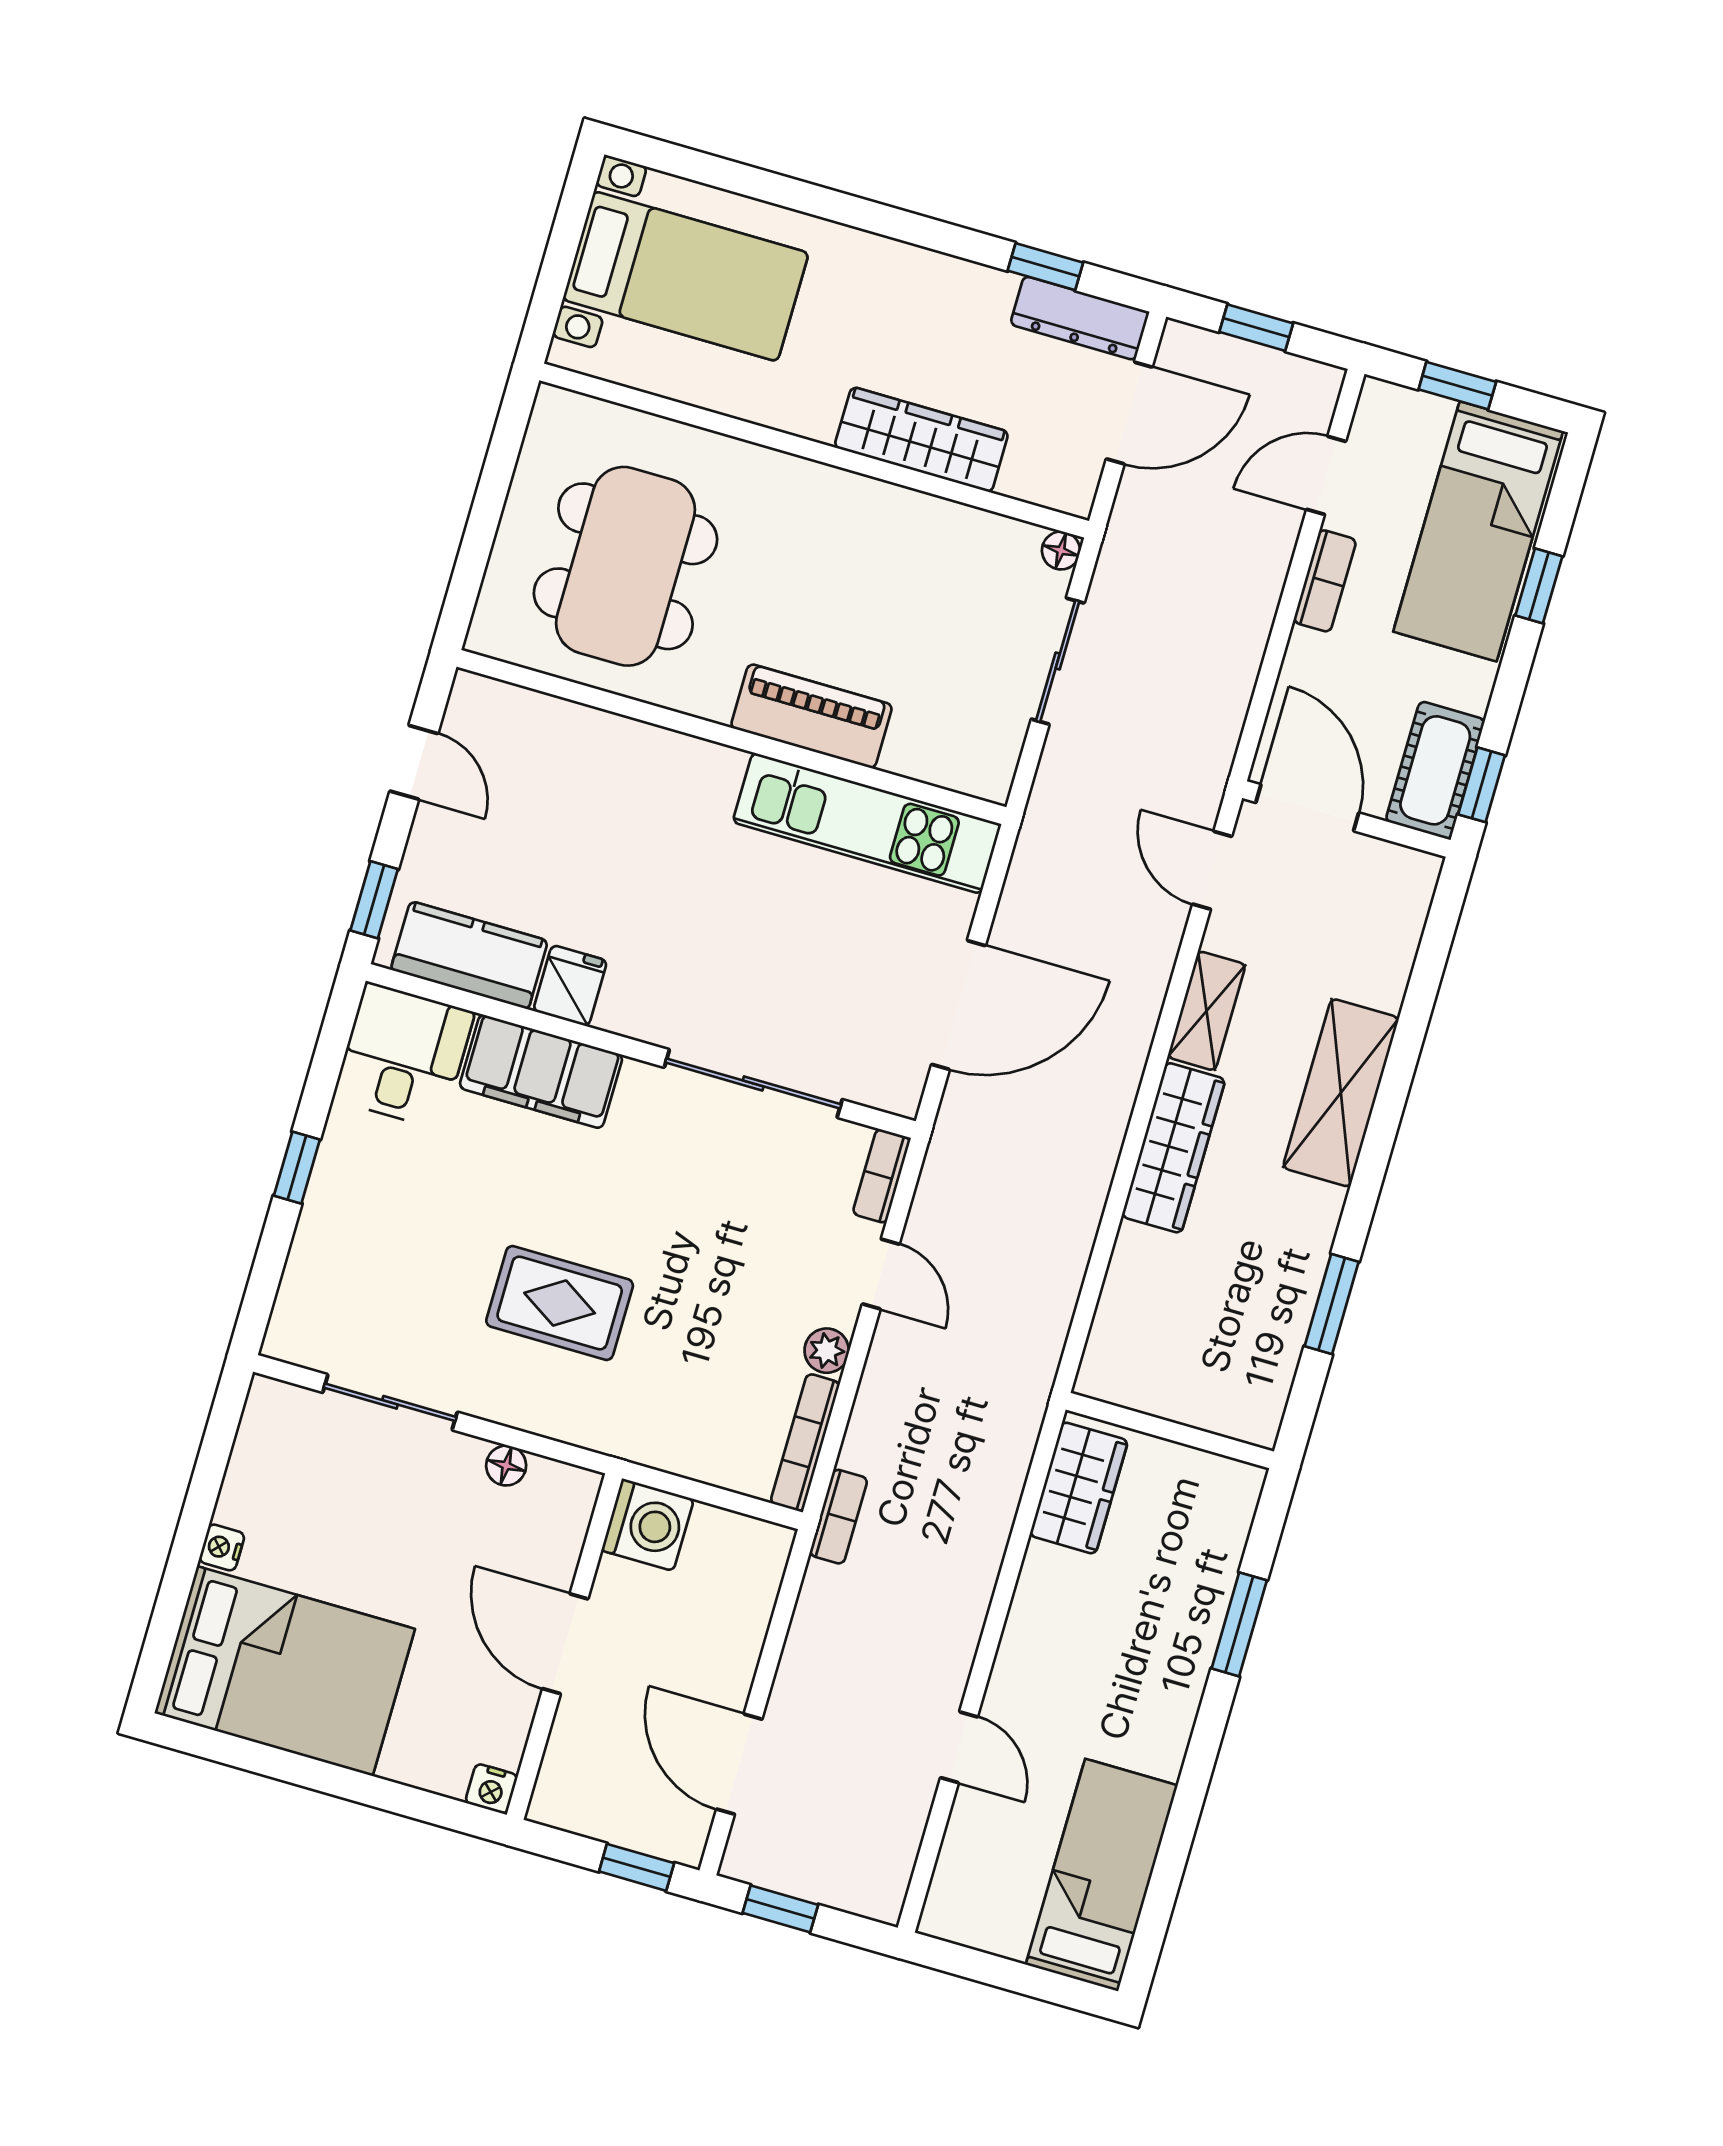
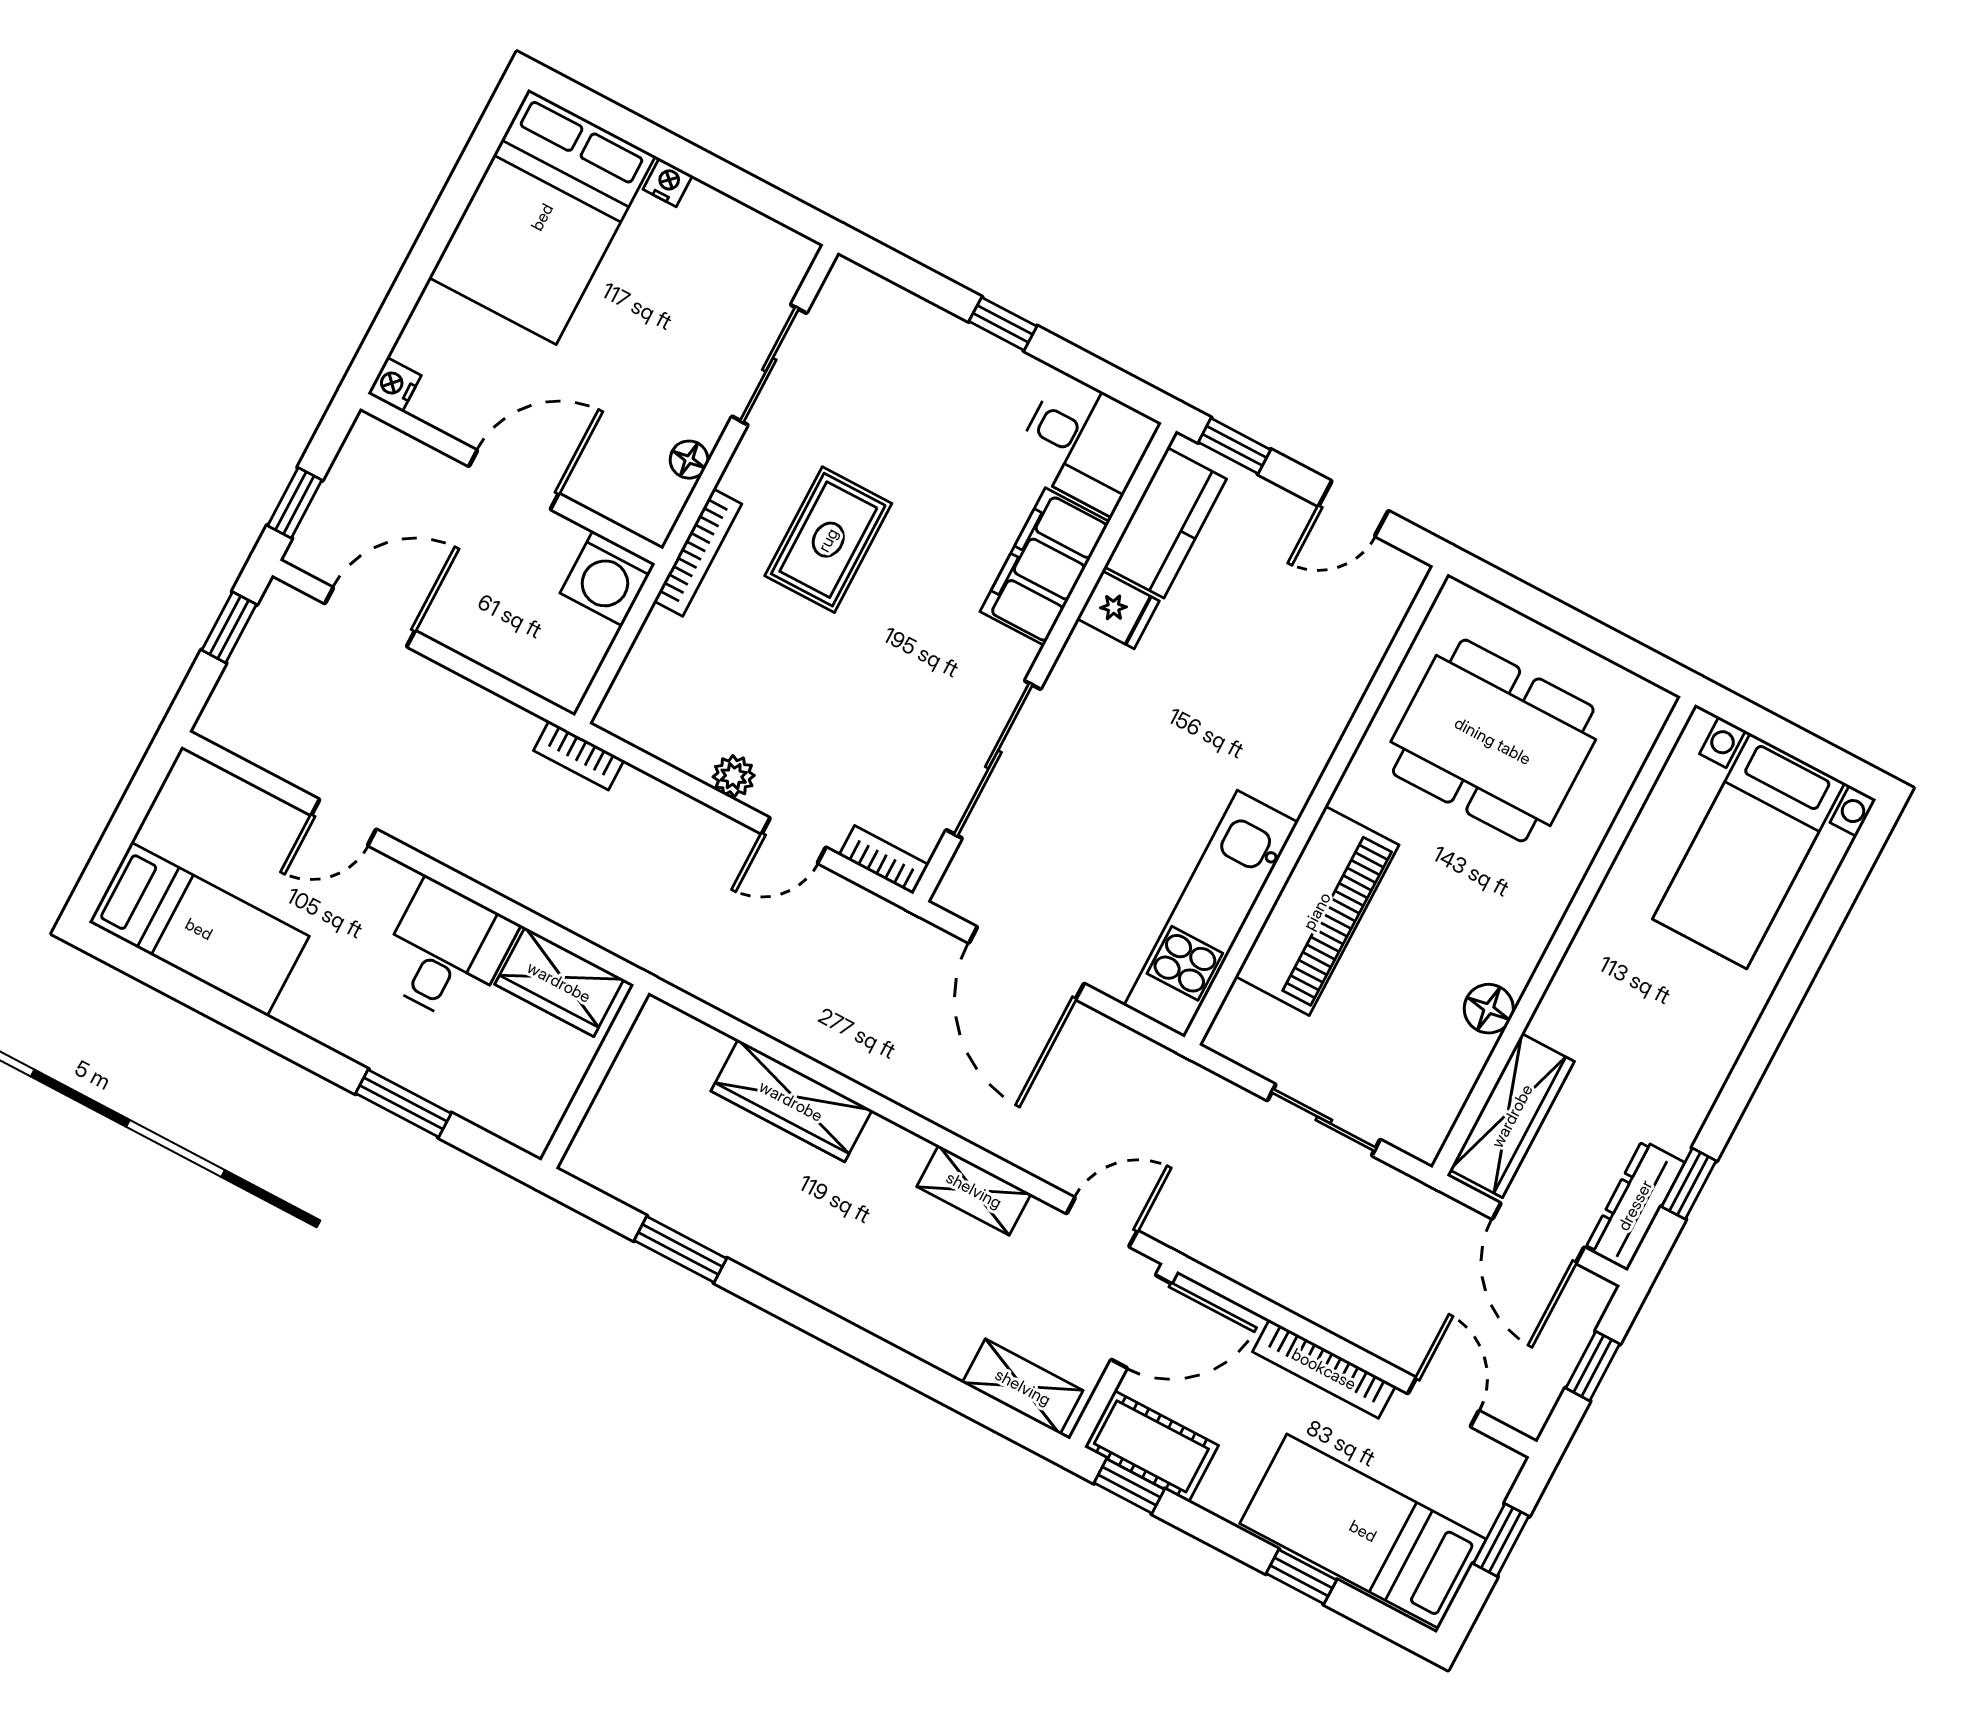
wardrobe: (921, 440) -> (1512, 1116), moved
floor lamp: (1061, 551) -> (1489, 1009), moved, width x1.37, depth x1.37
bookcase: (1325, 581) -> (1324, 1369), width x1.56
piano: (811, 716) -> (1317, 911), width x1.37, depth x1.33
shelving: (1341, 1093) -> (1023, 1387), moved, width x0.67, depth x0.75
wardrobe: (1173, 1148) -> (791, 1101), moved
bookcase: (805, 1443) -> (698, 553), moved, turned 90
desk: (1072, 1613) -> (446, 951), added

